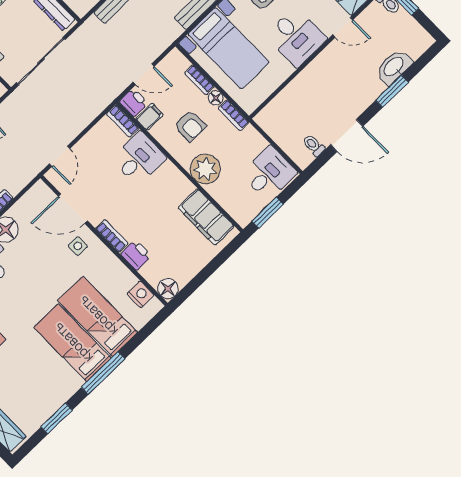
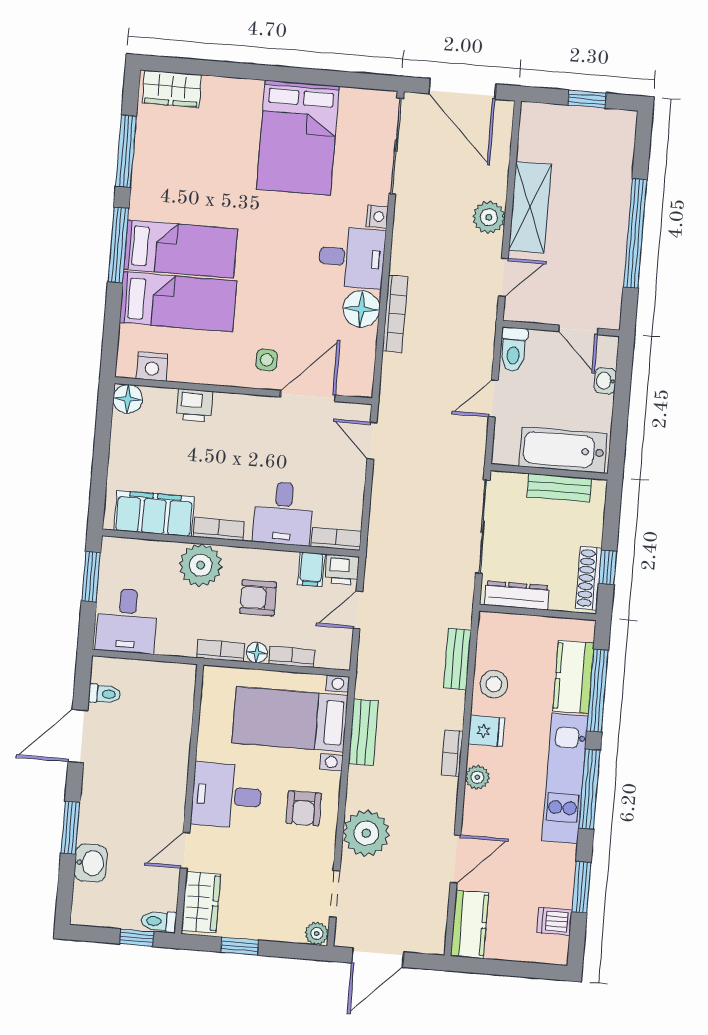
washbasin: (394, 67) -> (91, 863), width x0.72
bookcase: (112, 236) -> (219, 529), moved, turned 180
window: (57, 418) -> (126, 151), width x1.44

